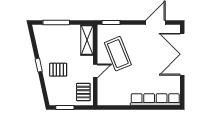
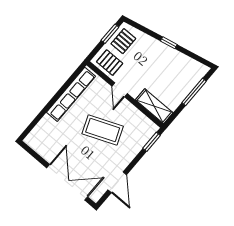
coffee table: (118, 54) -> (103, 130), moved
pallet: (58, 70) -> (123, 41), moved
row of seats: (155, 99) -> (71, 94), moved

